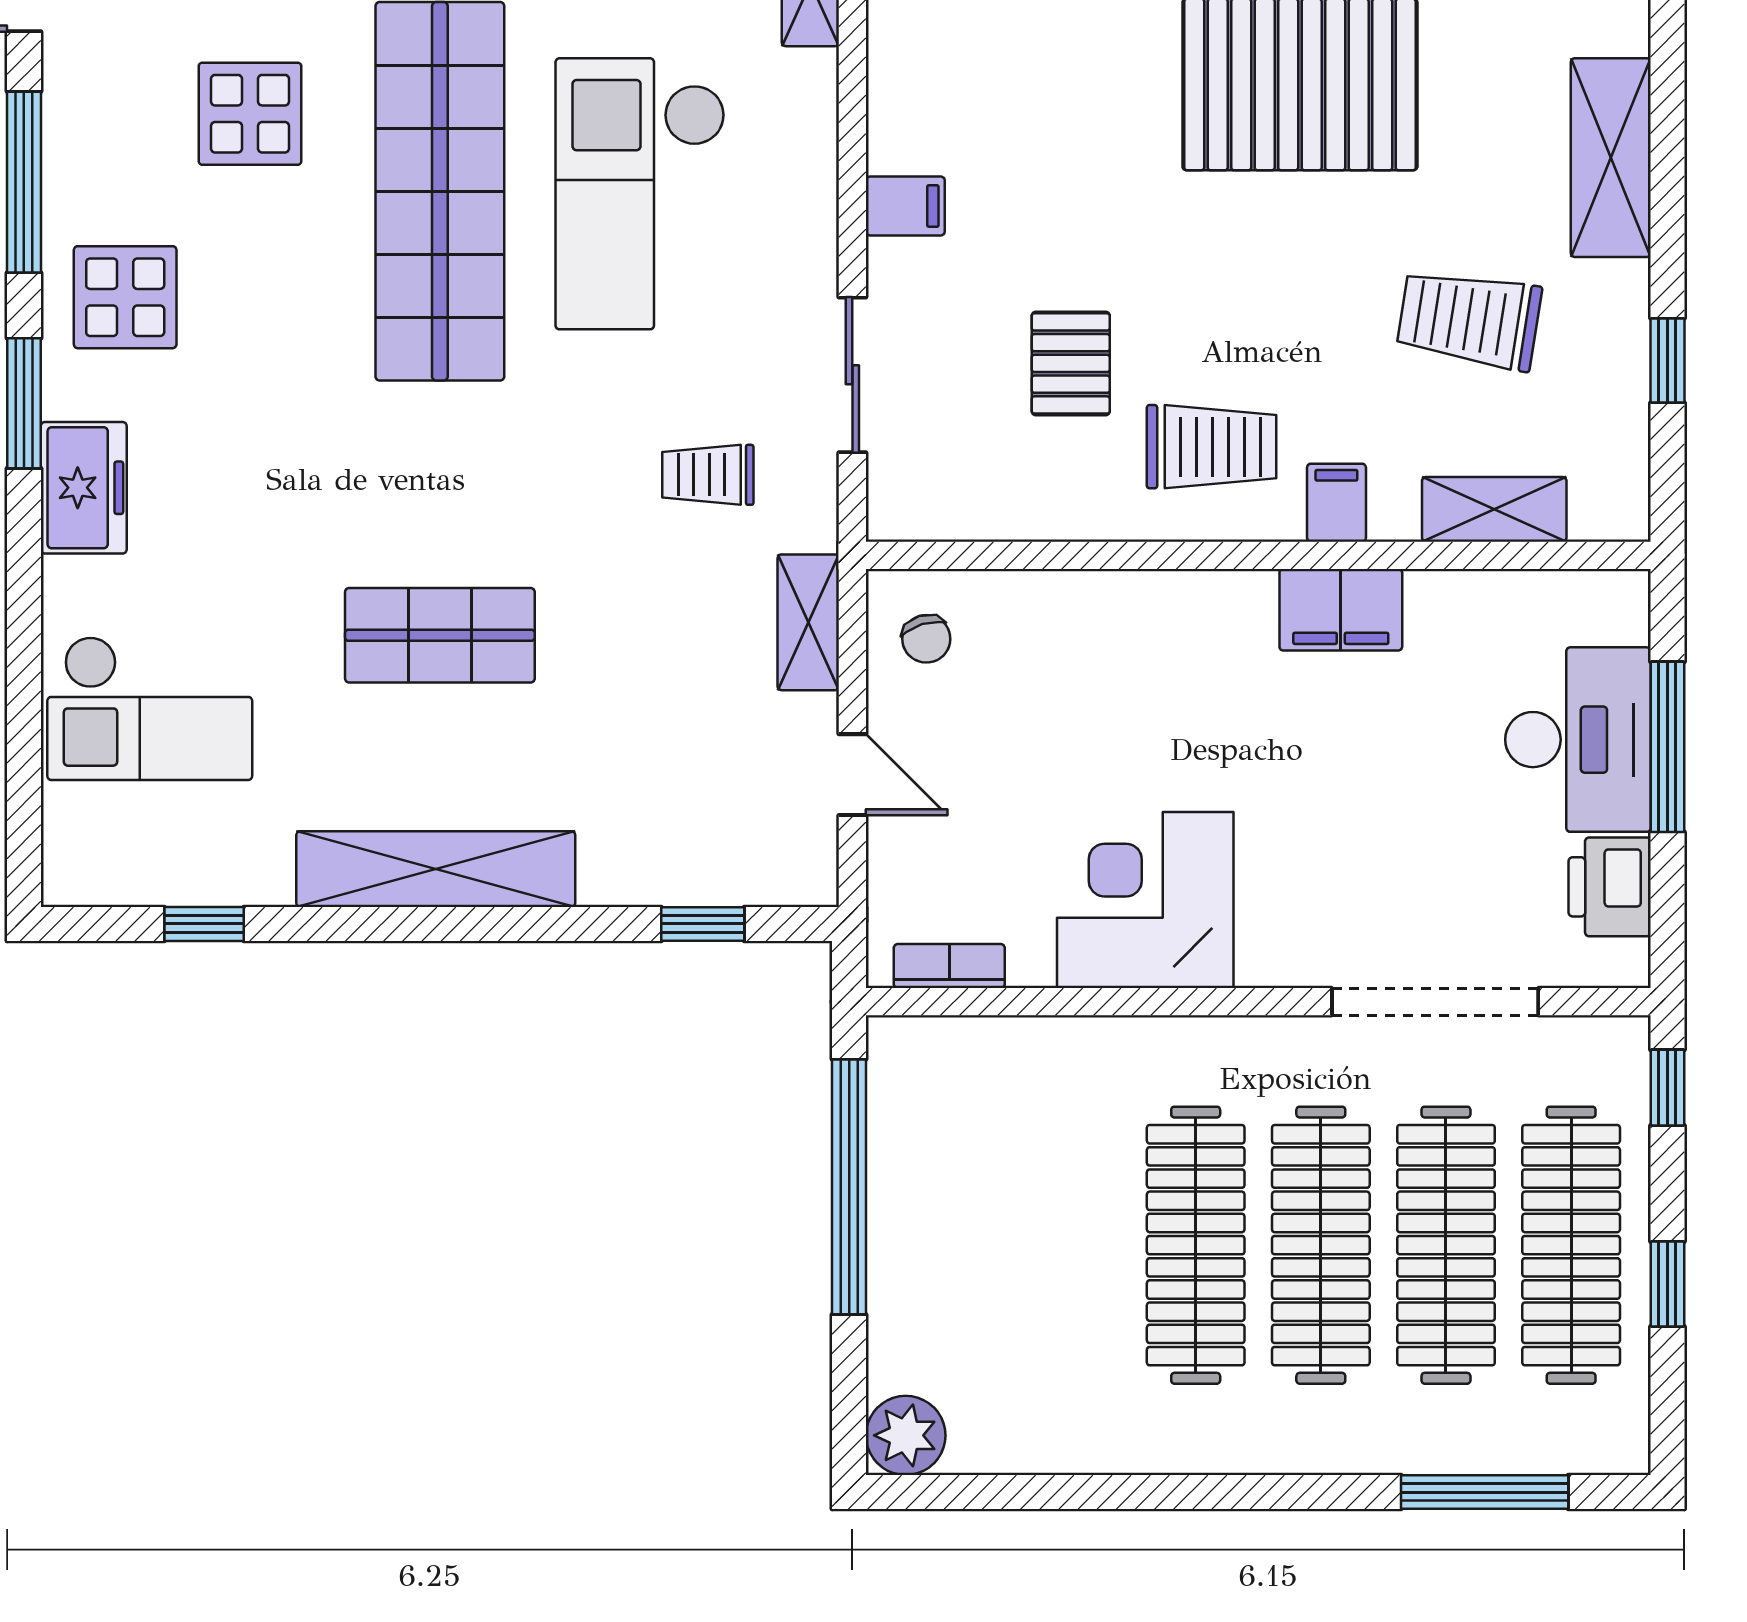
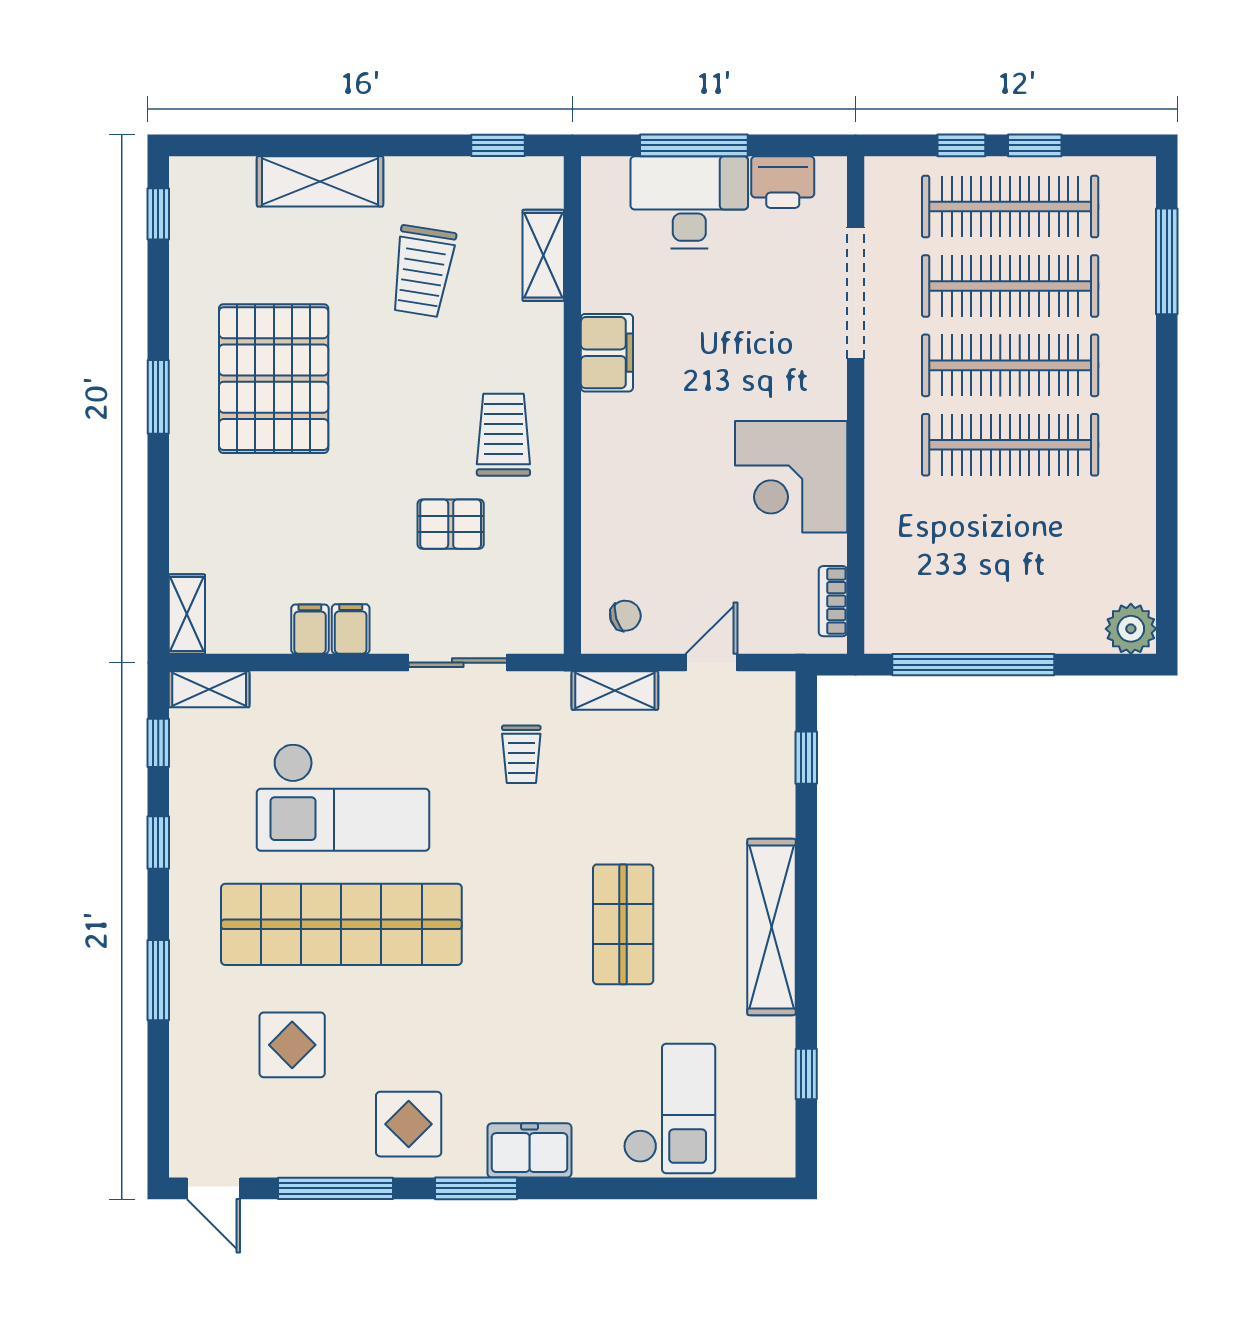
window: (1667, 361) -> (498, 145), moved
filing cabinet: (1336, 503) -> (310, 629), moved, turned 90
window: (1667, 1088) -> (961, 145), moved

